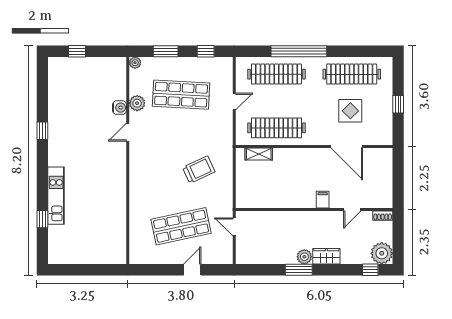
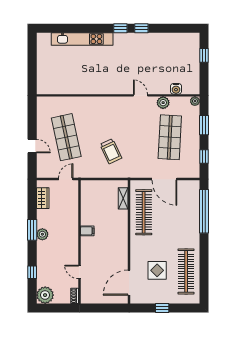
window: (299, 51) -> (204, 211), moved
clothes rail: (276, 74) -> (186, 212), removed
door: (234, 101) -> (164, 179), width x1.88
water cooler: (119, 108) -> (176, 89), moved
door: (347, 146) -> (129, 283), moved
kitchen unit: (56, 196) -> (82, 39), width x1.36
filing cabinet: (323, 200) -> (87, 231), moved
window: (42, 219) -> (120, 28), moved
wardrobe: (326, 256) -> (43, 198), moved
window: (370, 270) -> (32, 272), moved

